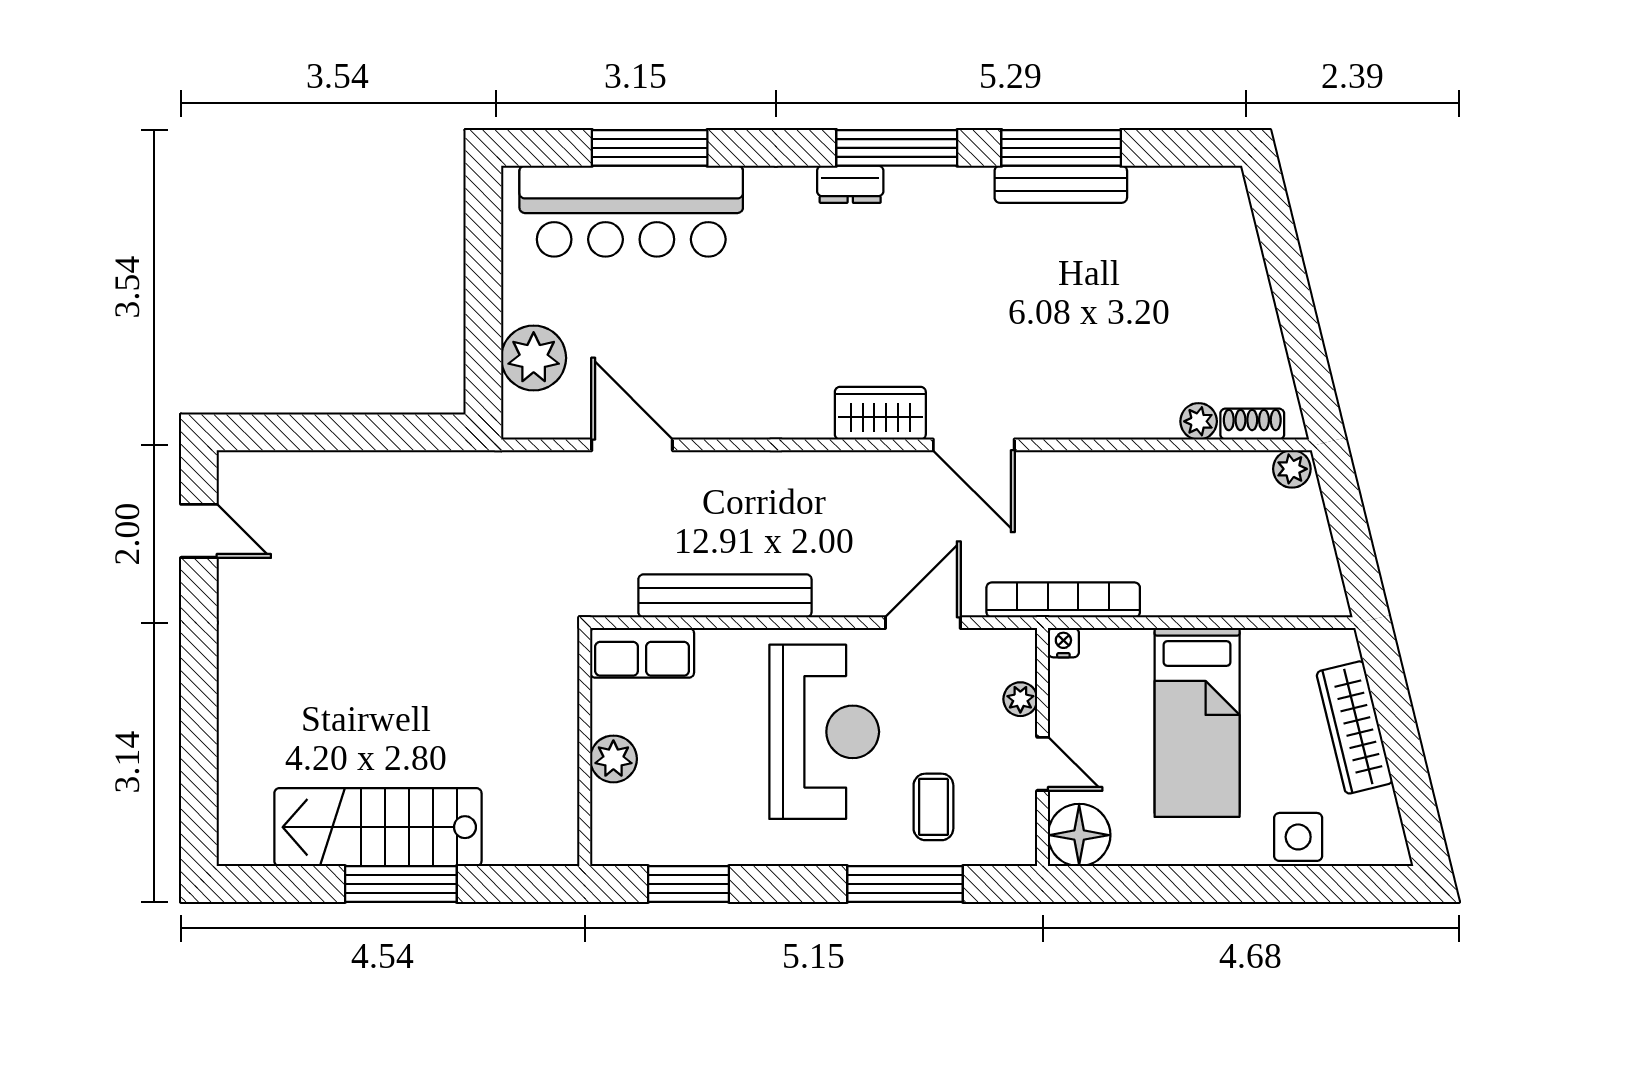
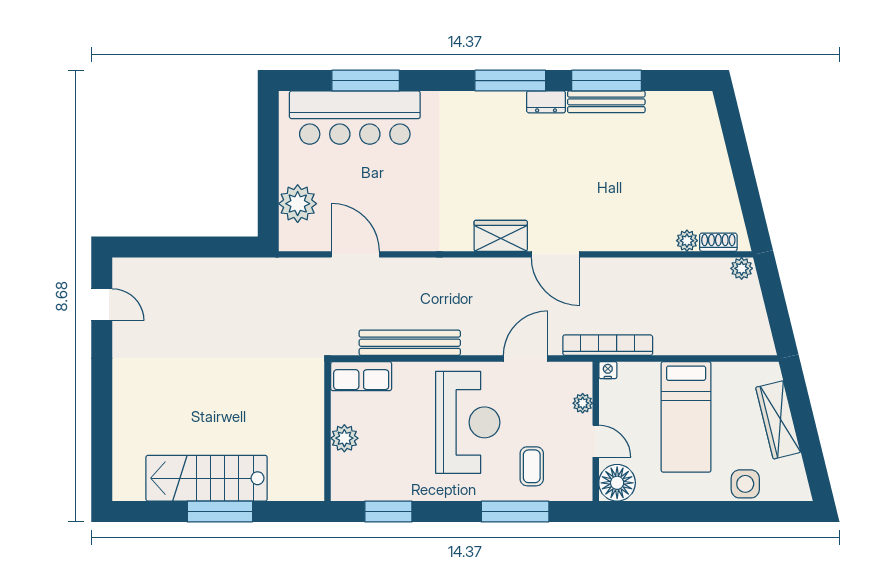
dresser: (850, 184) -> (546, 102), moved

